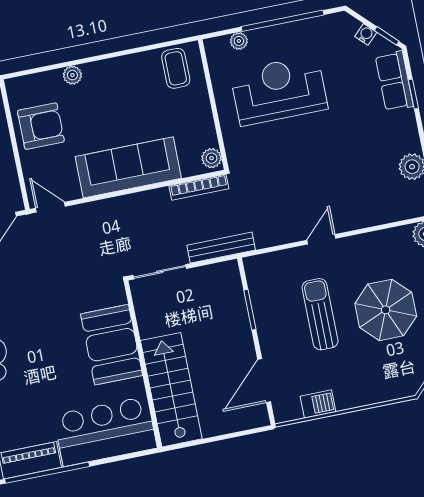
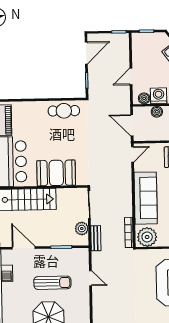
plant: (212, 158) -> (147, 237), width x1.88, depth x1.88
door: (321, 239) -> (91, 278), moved
bench: (221, 248) -> (96, 238), width x0.73
plant: (208, 277) -> (82, 229), added

